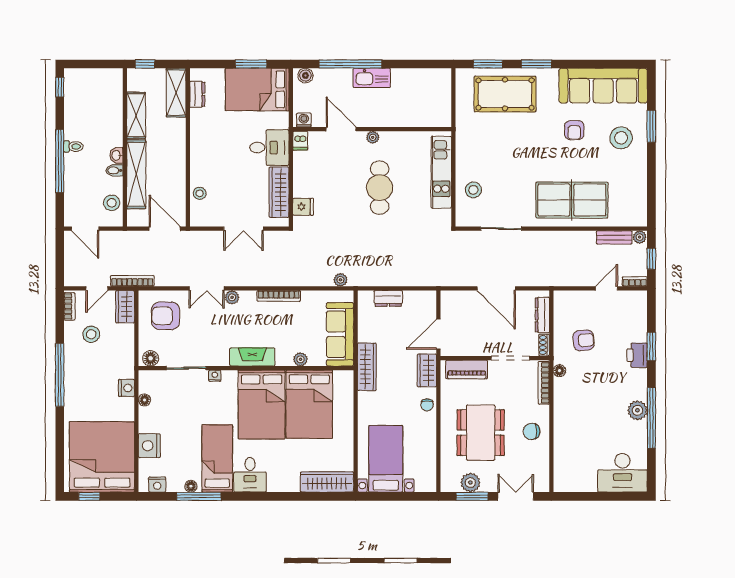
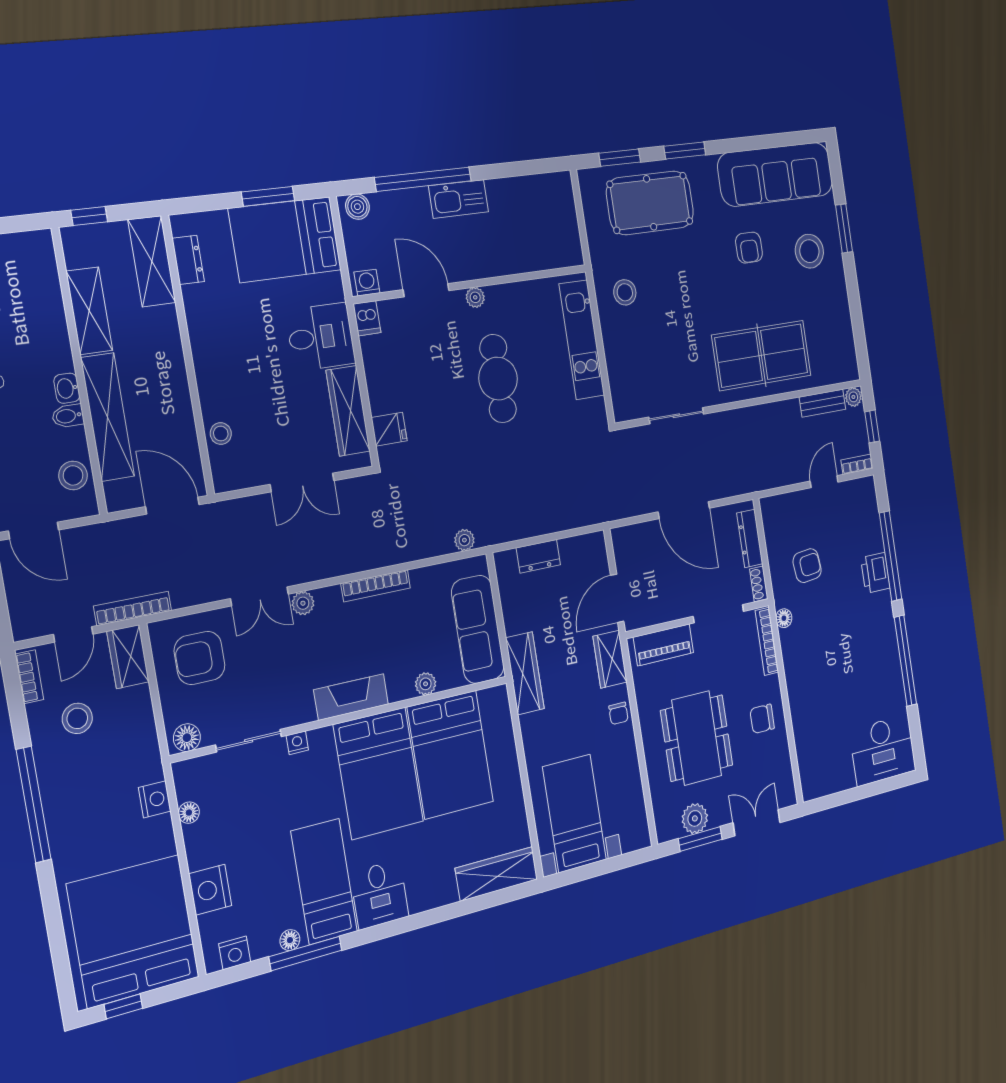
stool: (473, 190) -> (625, 292), moved
window: (651, 346) -> (891, 556), width x2.11
plant: (637, 410) -> (887, 654), removed

